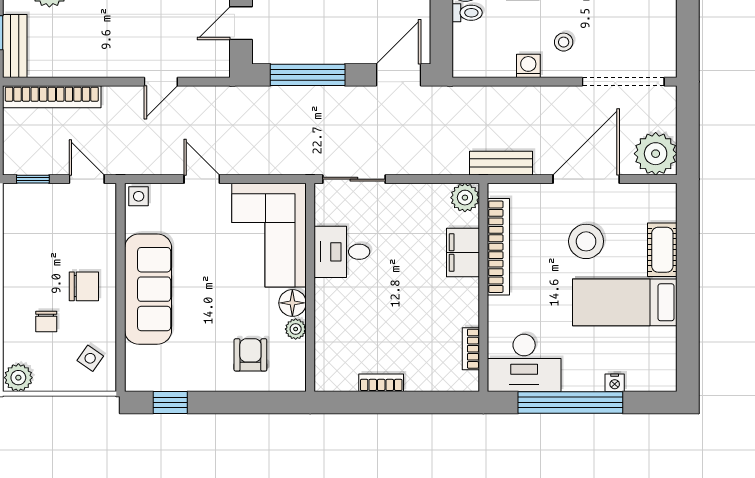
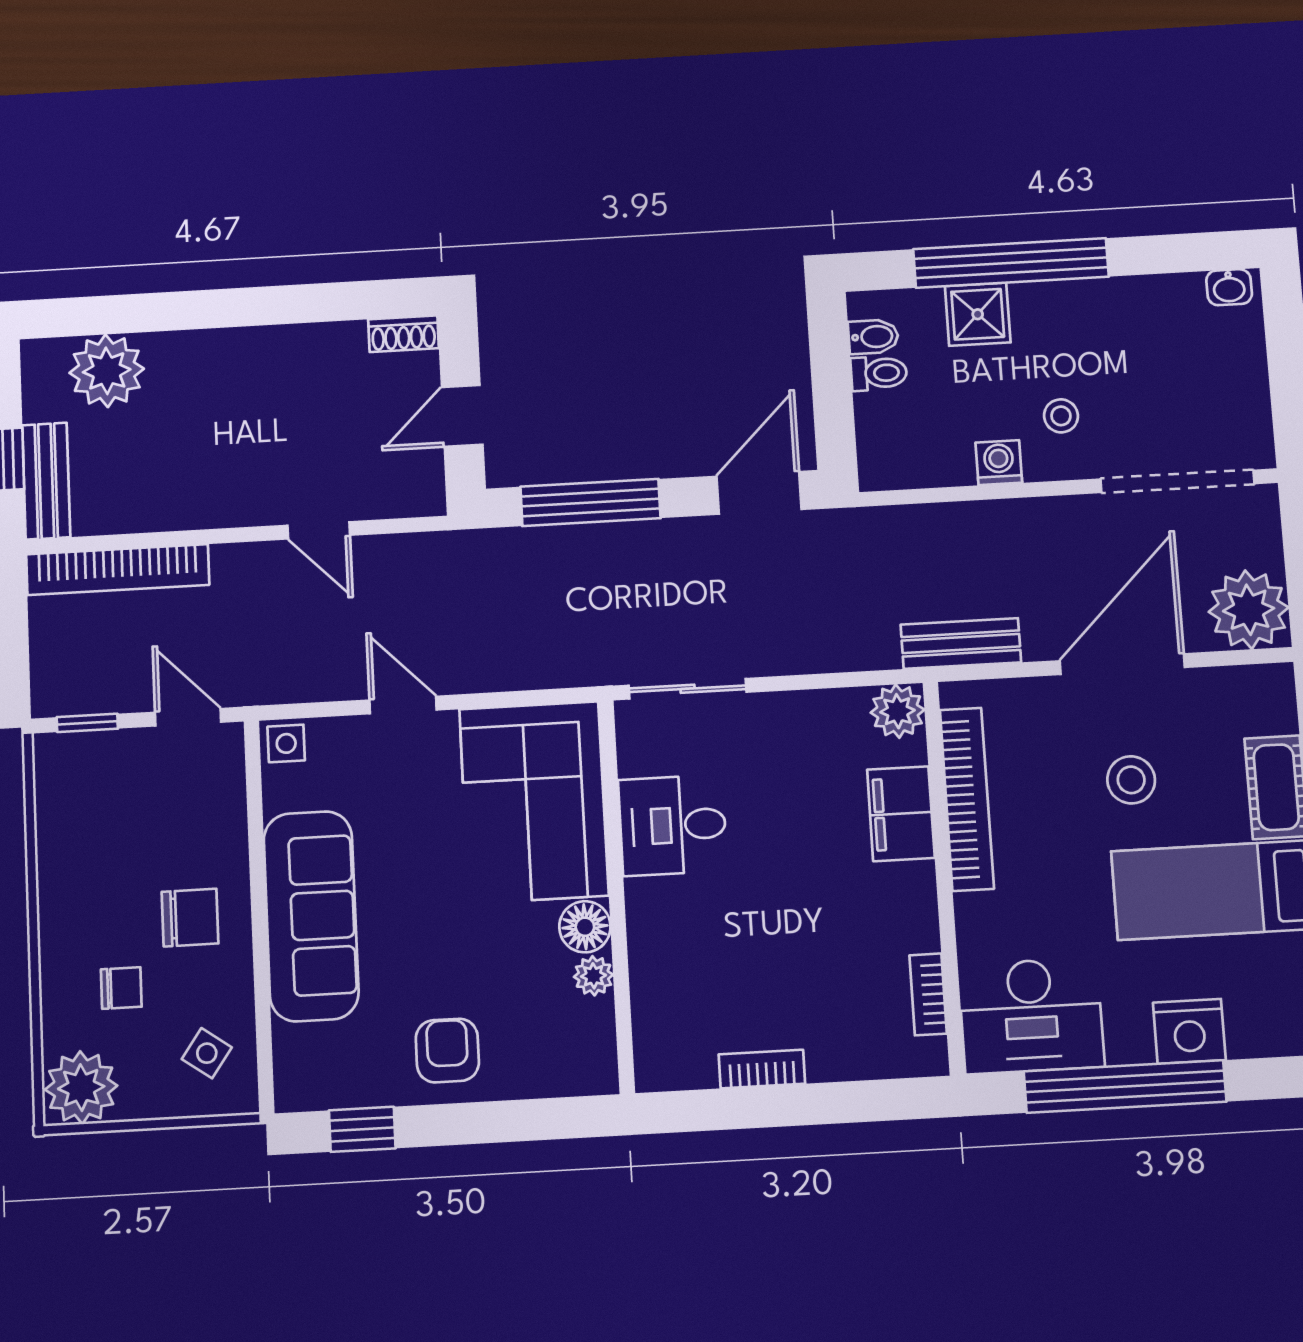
door: (161, 82) -> (319, 530), hinge flipped
stool: (586, 241) -> (1131, 780), width x0.73, depth x0.73
chair: (46, 321) -> (121, 988), turned -90
armchair: (250, 355) -> (447, 1051), moved
plant: (18, 378) -> (81, 1088), width x1.36, depth x1.36
nightstand: (615, 383) -> (1189, 1031), width x1.89, depth x1.79

